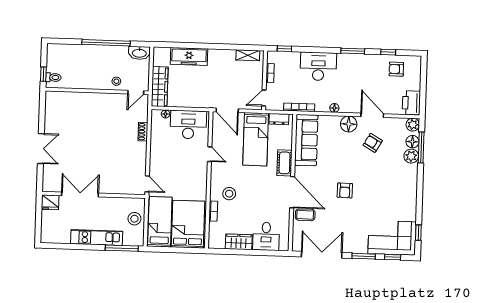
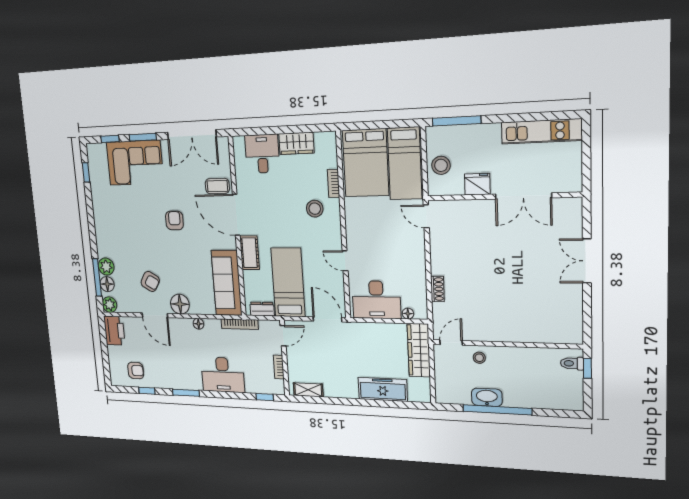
washbasin: (139, 53) -> (487, 397), moved
fridge: (50, 202) -> (477, 184), moved
kitchen unit: (97, 238) -> (541, 131), moved
corner sofa: (392, 238) -> (135, 163), moved

